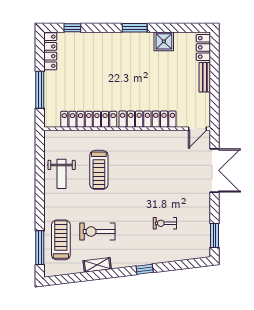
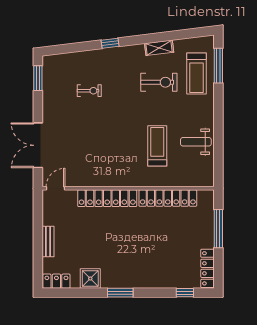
locker: (203, 47) -> (56, 281), moved, turned -90
weight bench: (62, 174) -> (196, 142), turned -90

